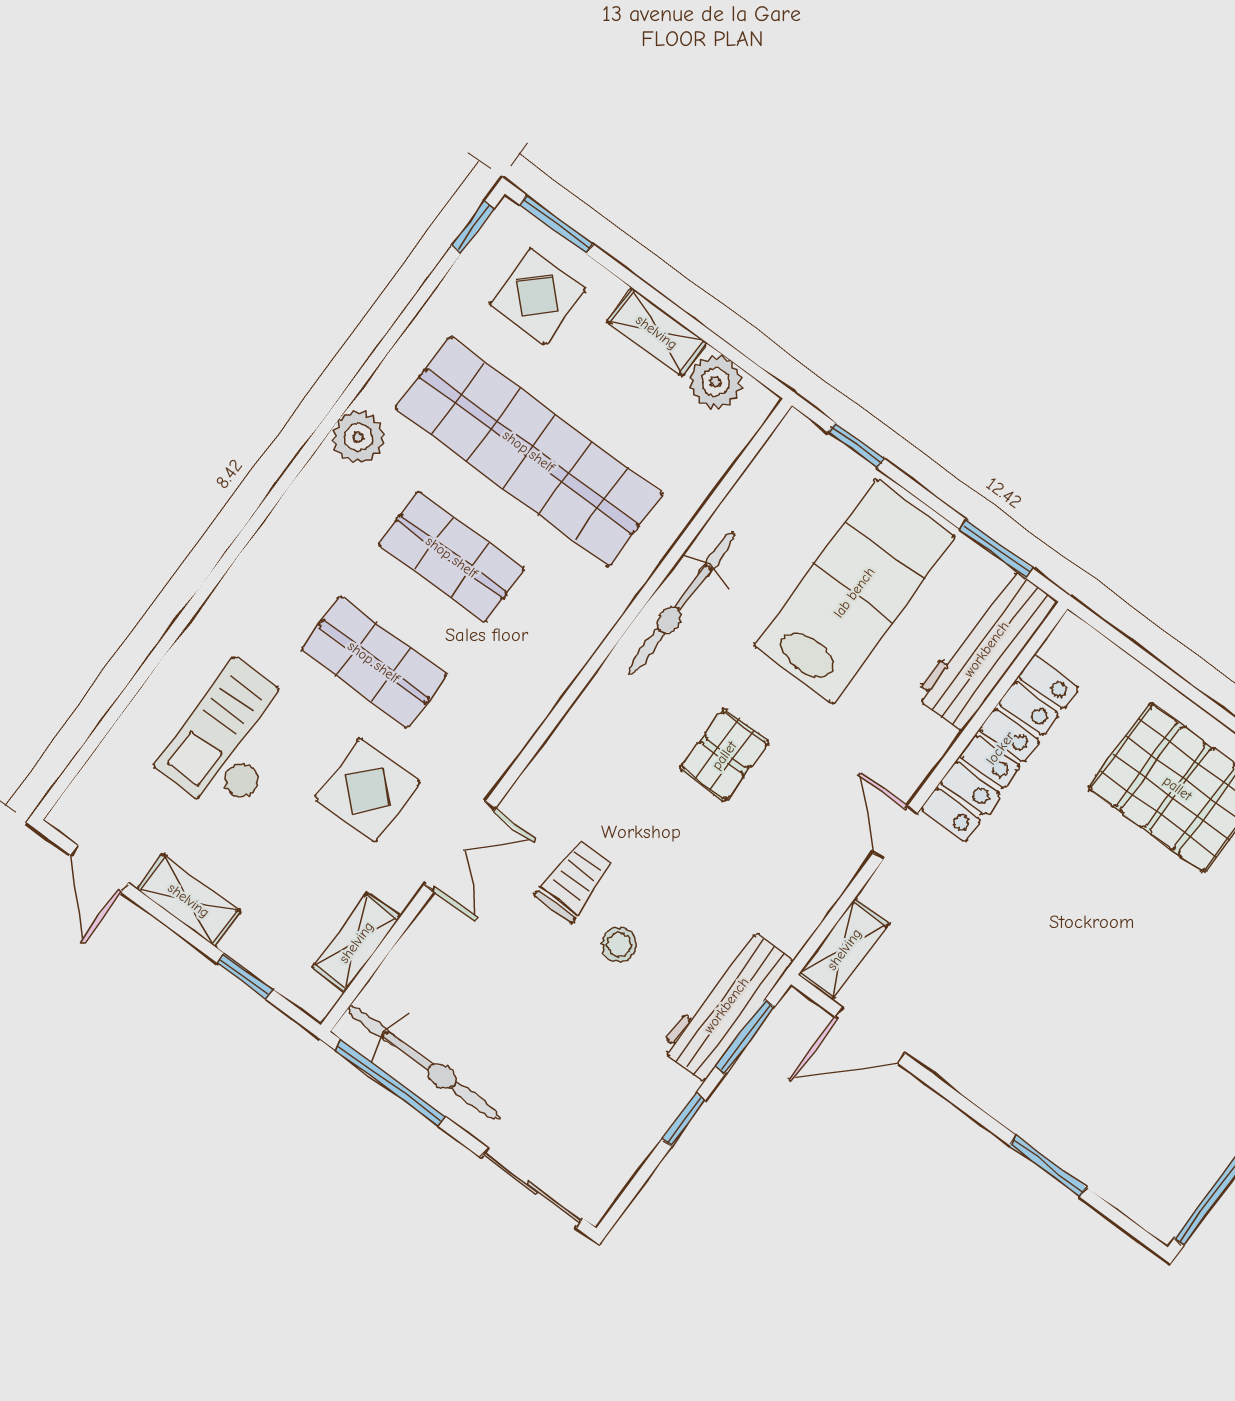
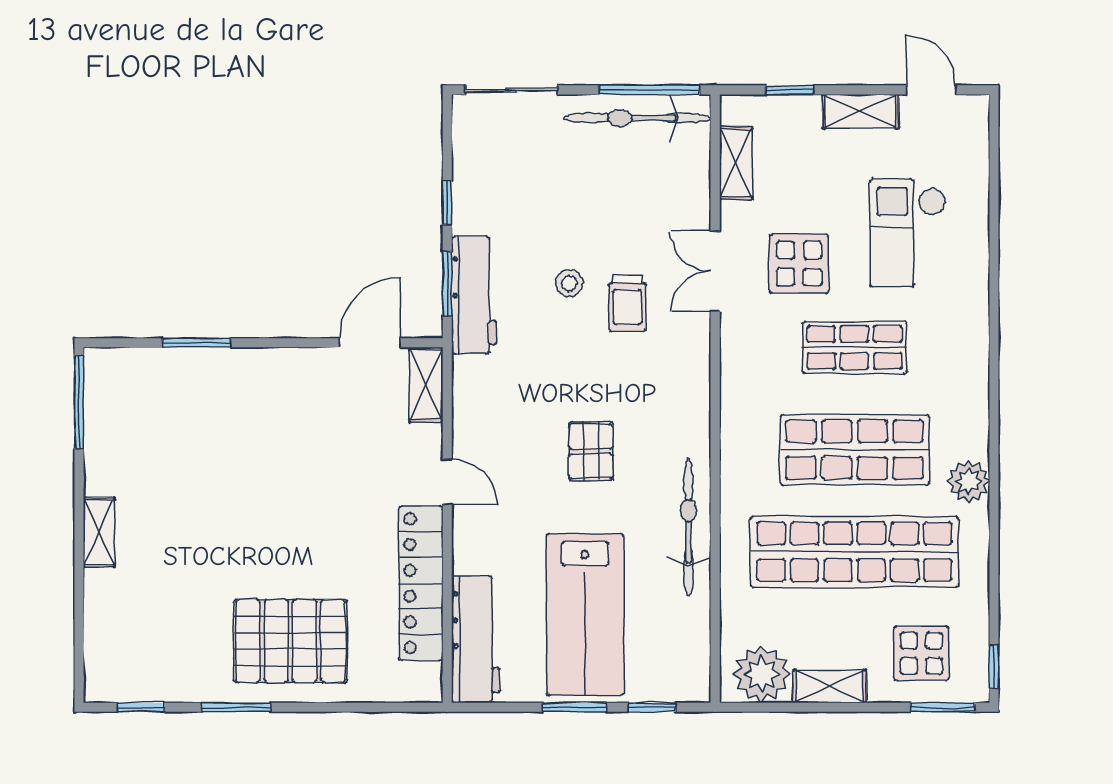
plant: (716, 382) -> (762, 674), width x1.36, depth x1.36
window: (996, 549) -> (574, 707), moved
shop shelf: (452, 557) -> (855, 450), width x1.43, depth x1.36
checkout: (232, 740) -> (908, 233), turned 180

